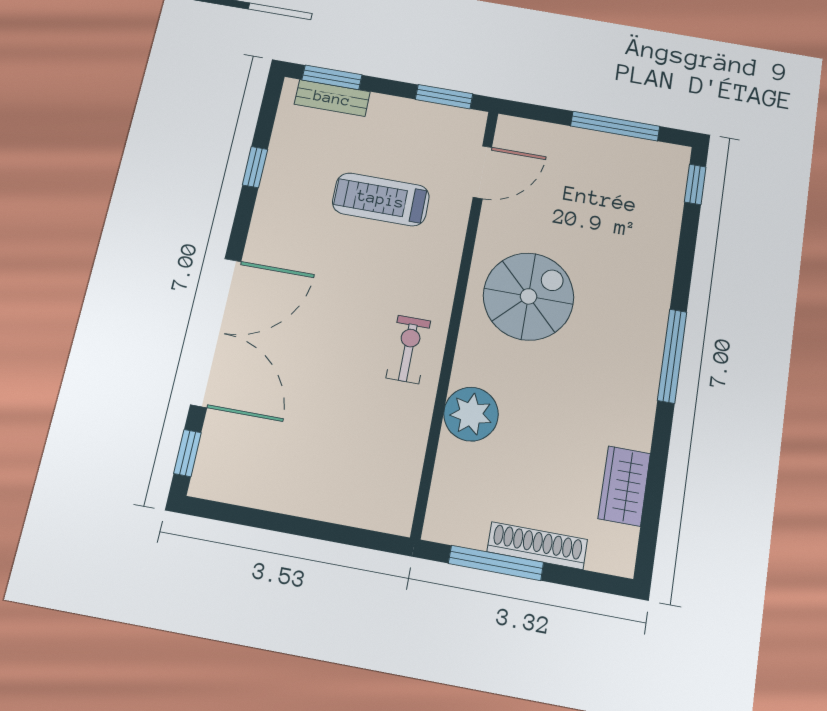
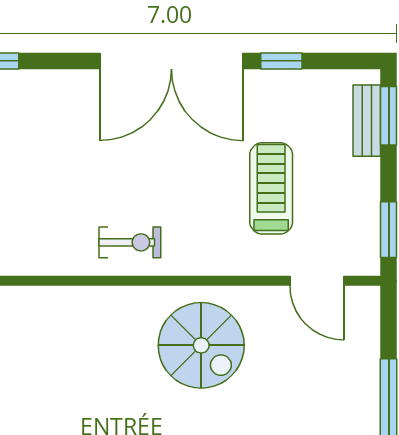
double door: (216, 332) -> (171, 61), moved
plant: (471, 414) -> (80, 311), removed

